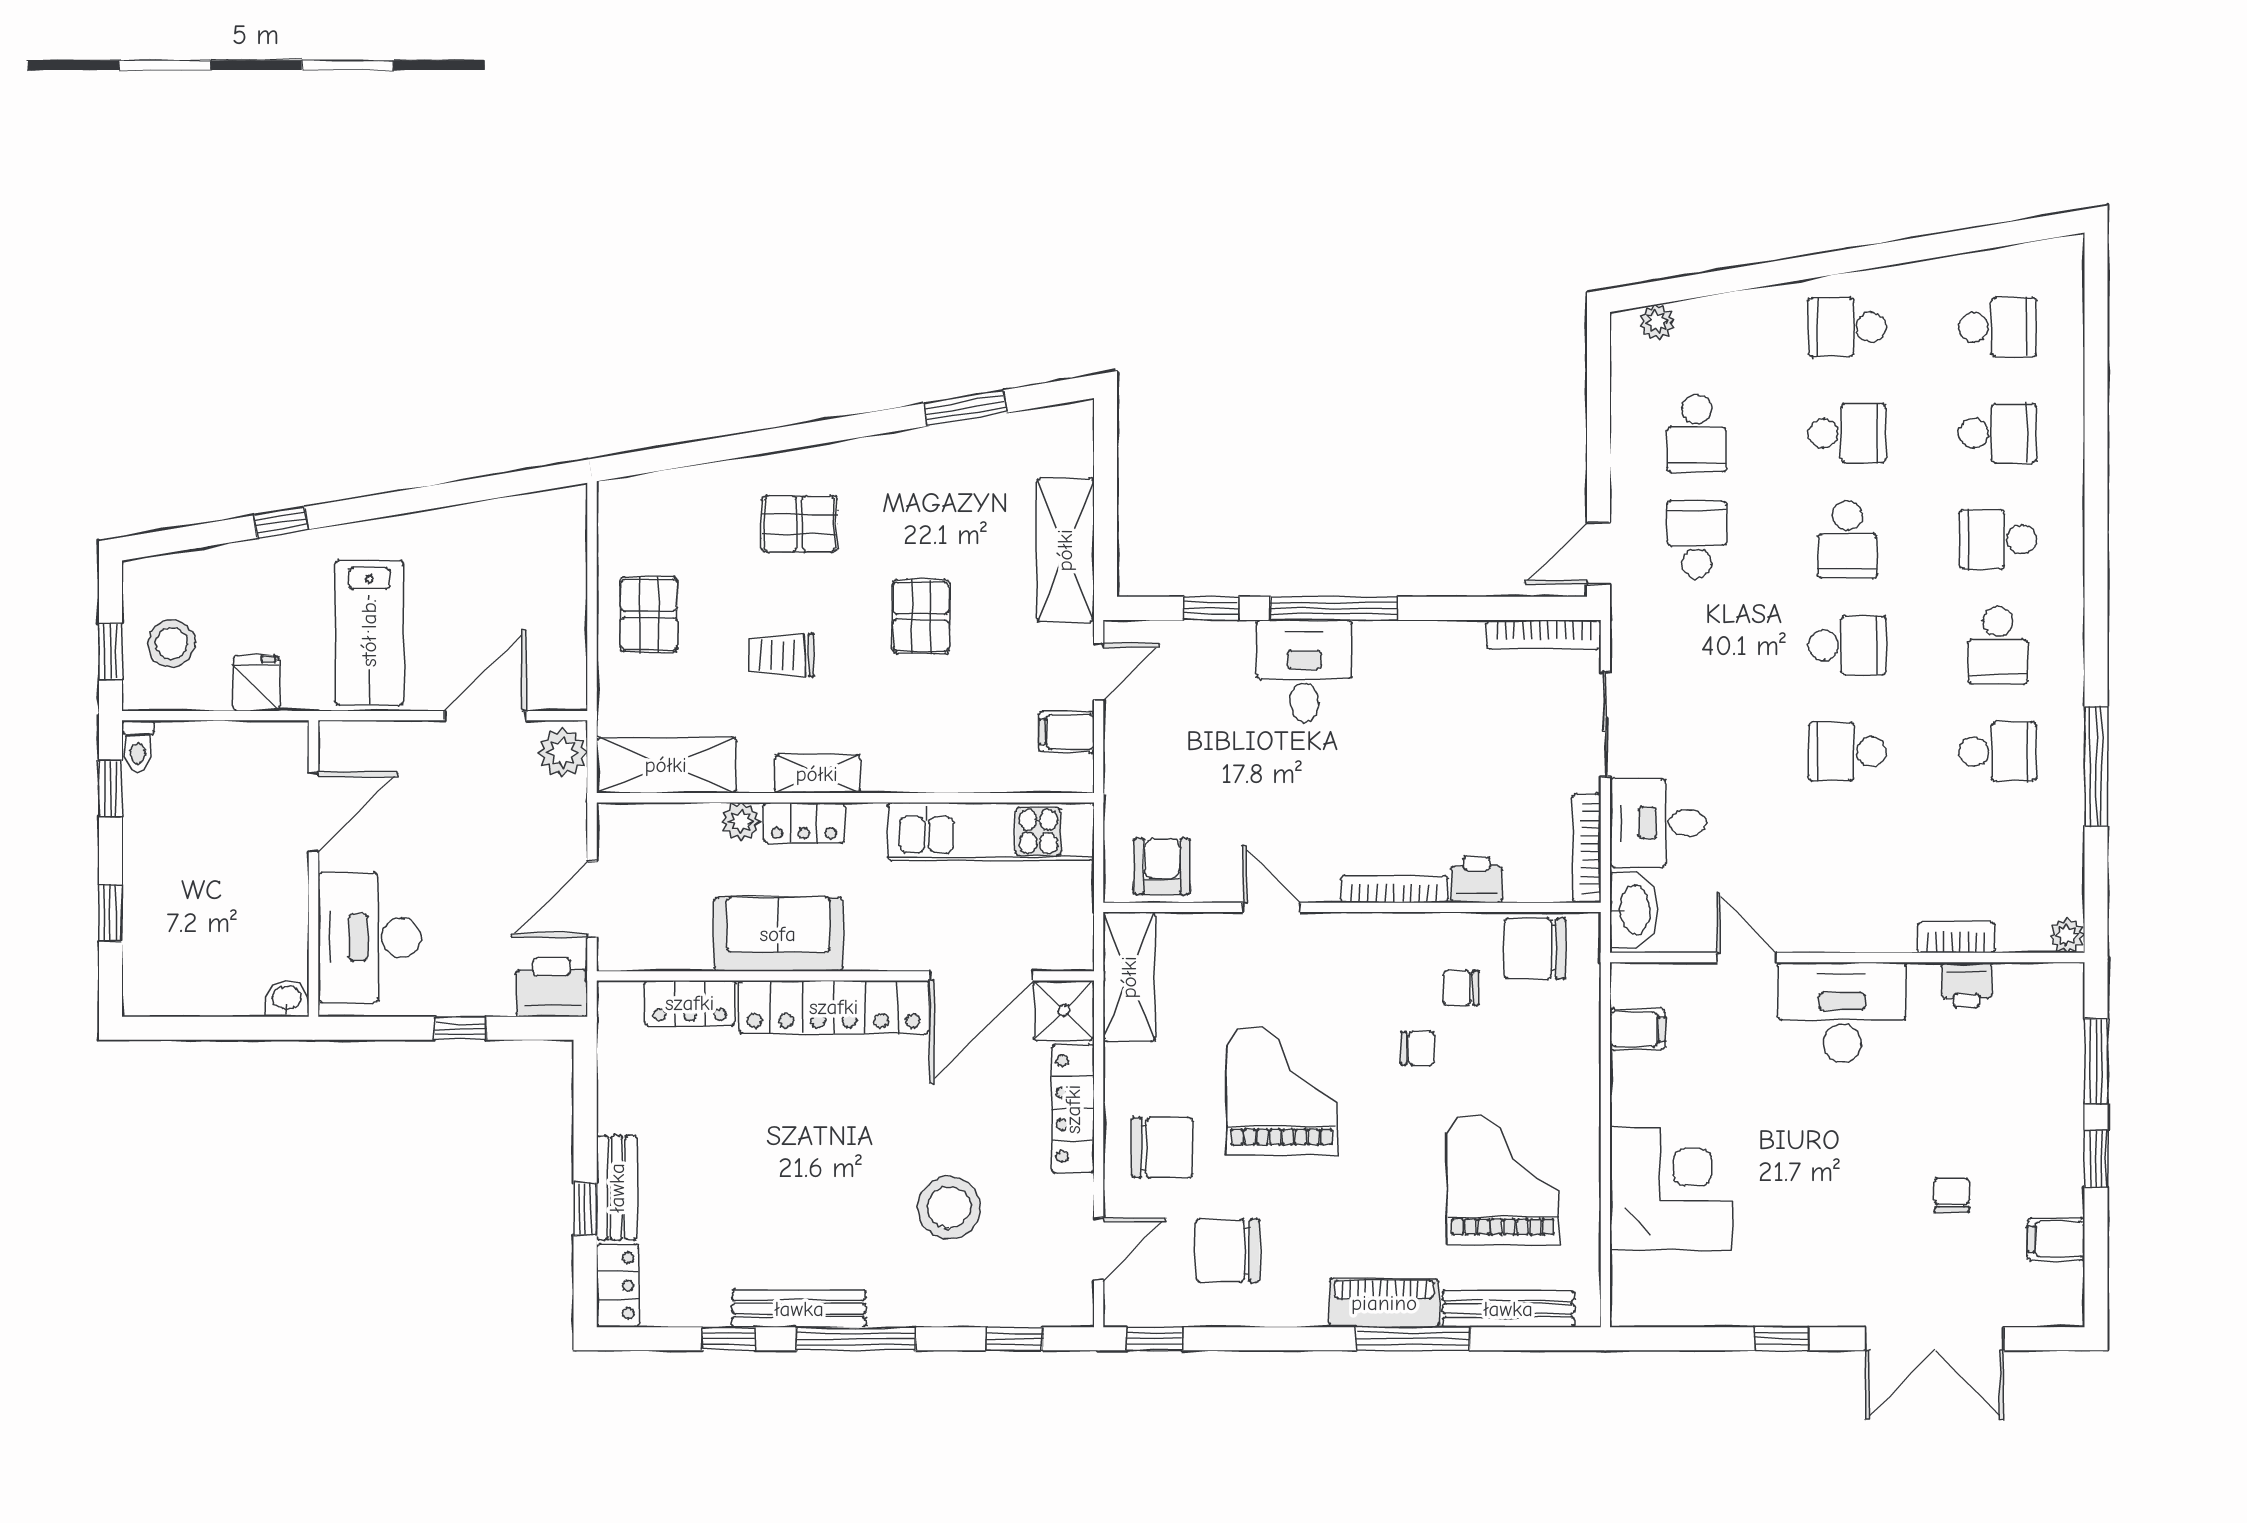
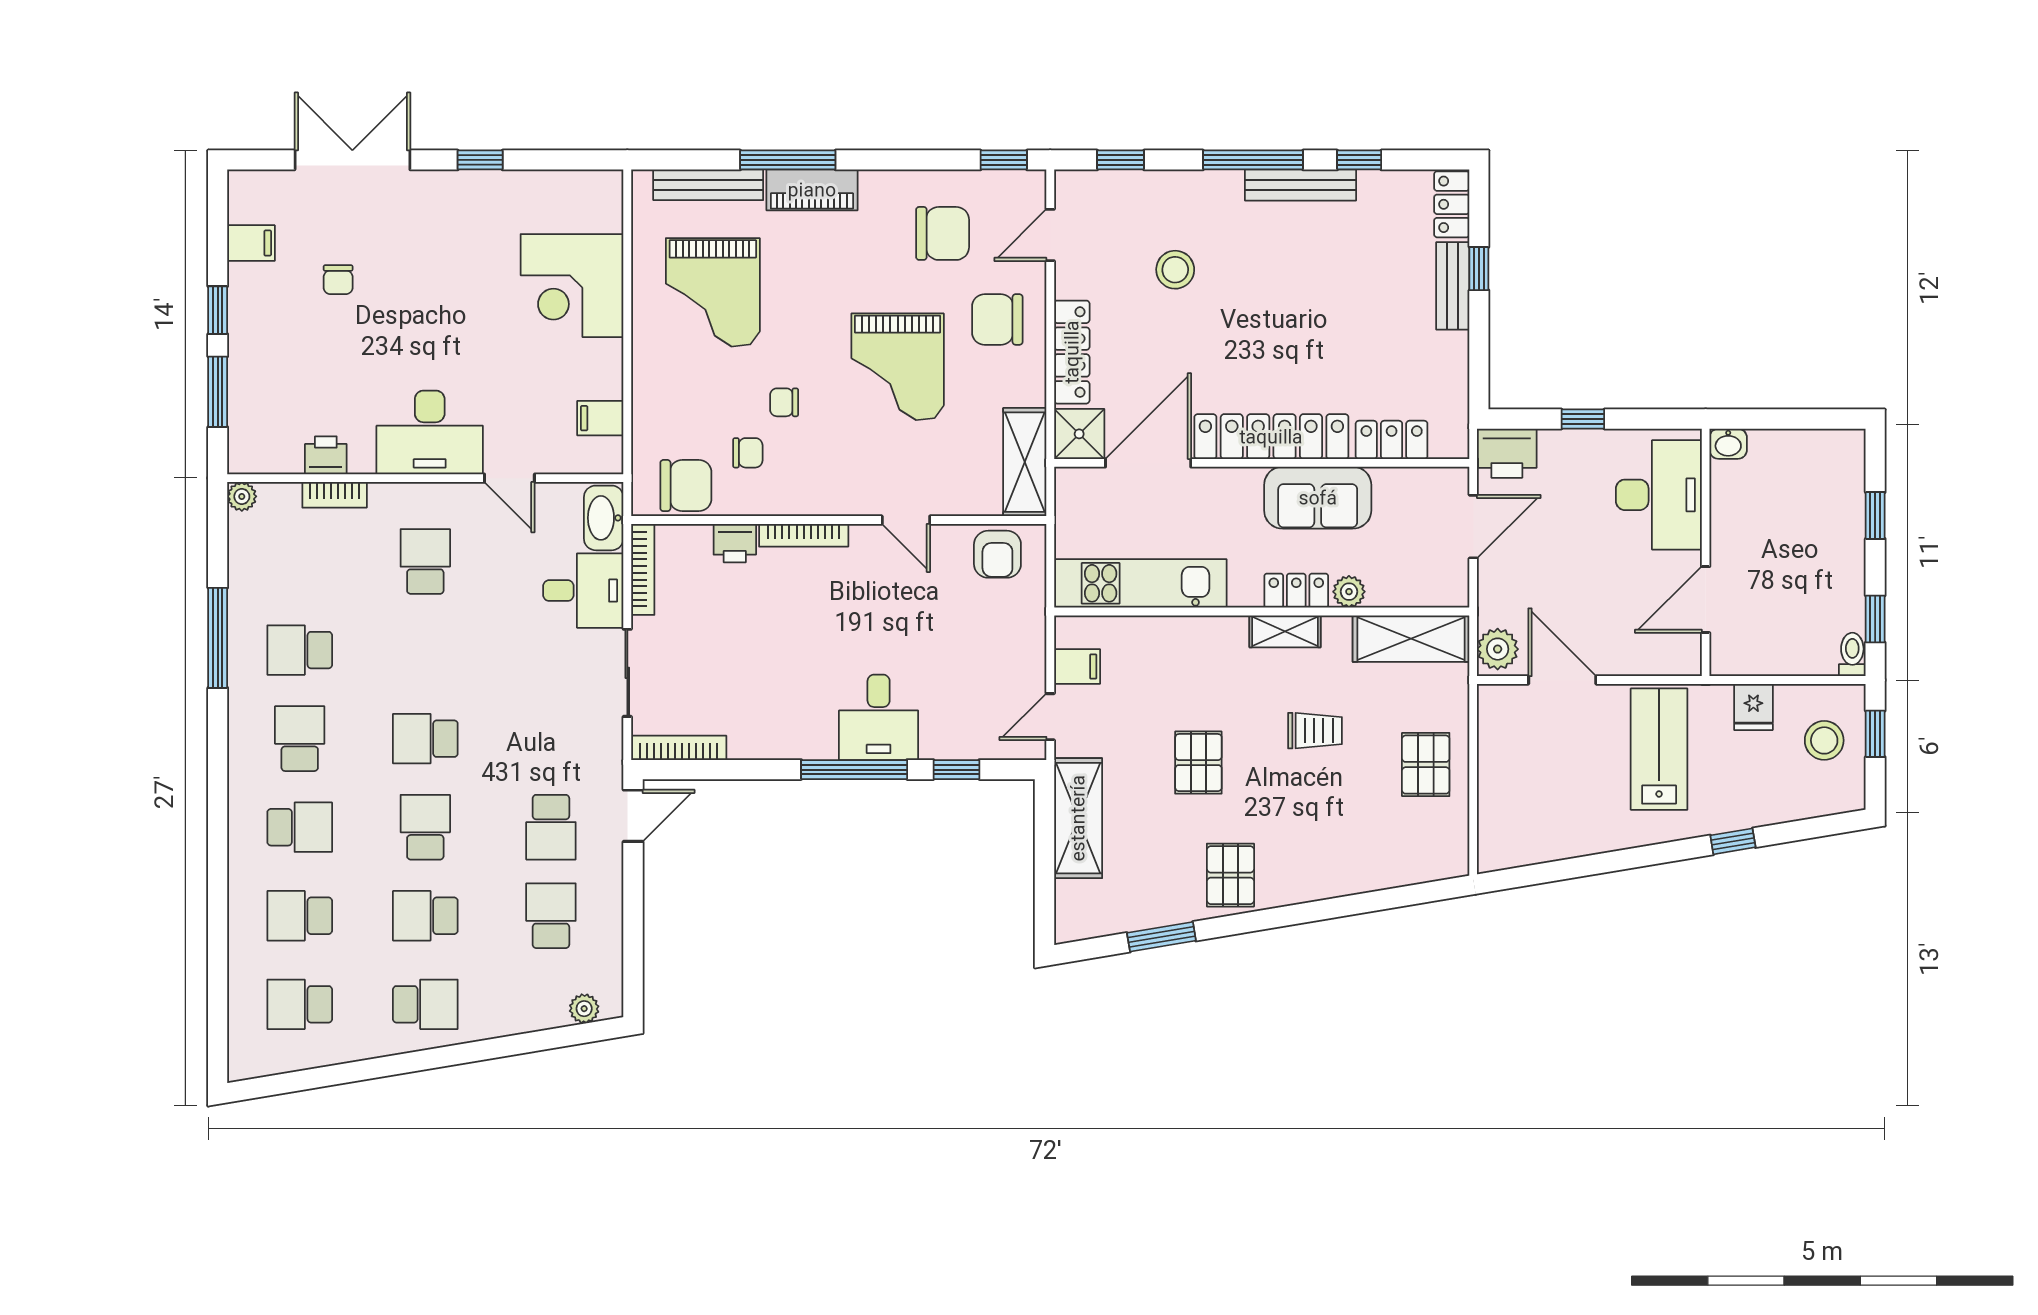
pallet: (799, 524) -> (1230, 875), moved, turned 90
door: (485, 716) -> (1562, 680), swing flipped
school desk: (1847, 752) -> (425, 562), moved, turned -90
stool: (949, 1207) -> (1175, 270), width x0.73, depth x0.73

